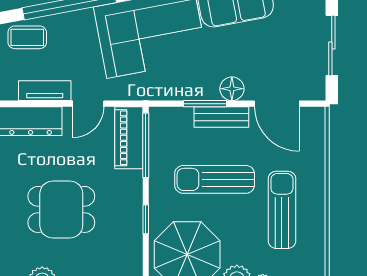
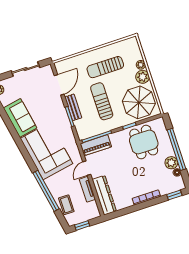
floor lamp: (232, 89) -> (59, 107), removed
door: (88, 104) -> (87, 168), swing flipped
sun lounger: (215, 179) -> (102, 101), turned 180
dining table: (61, 209) -> (144, 142), moved

